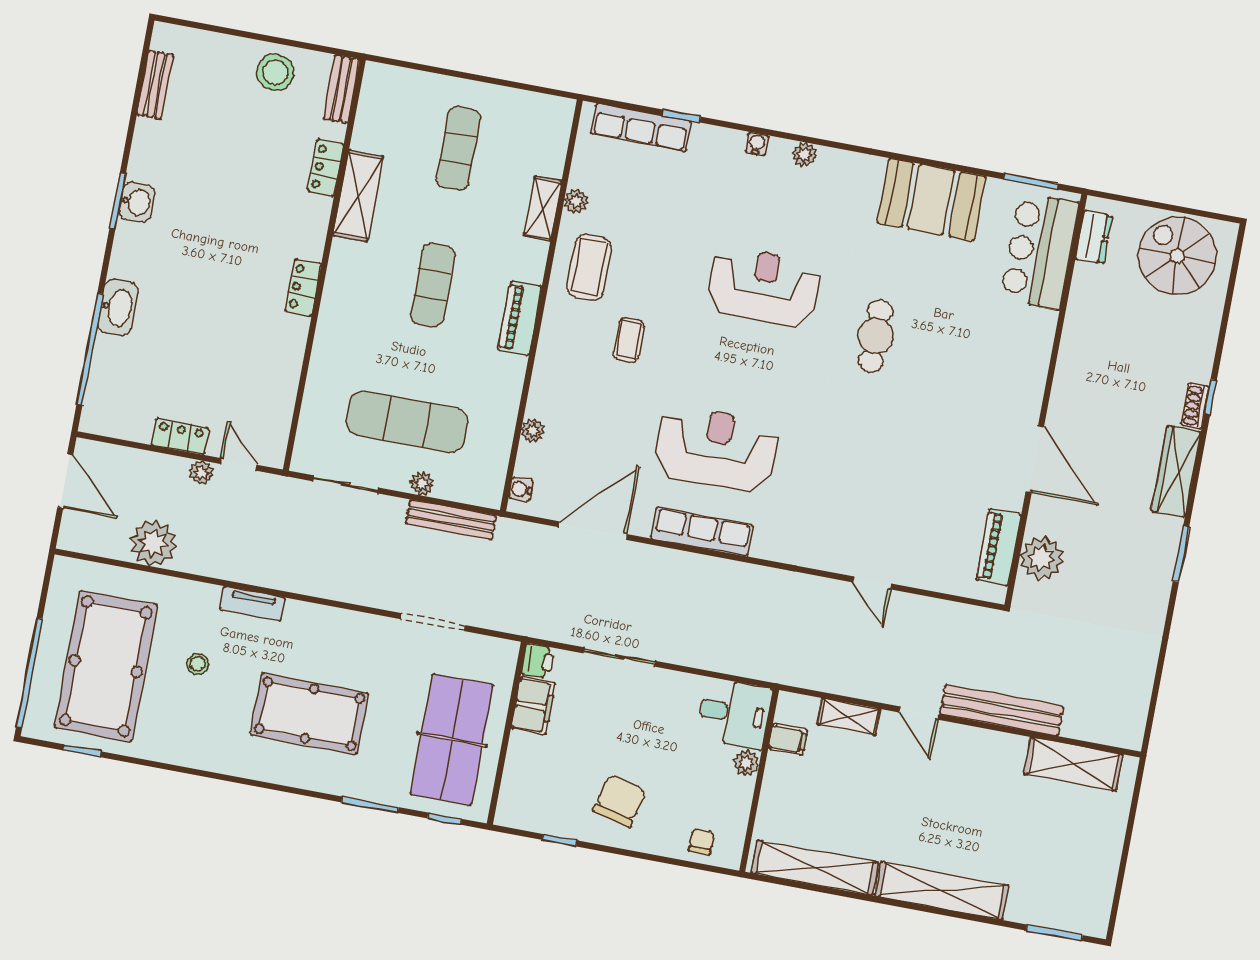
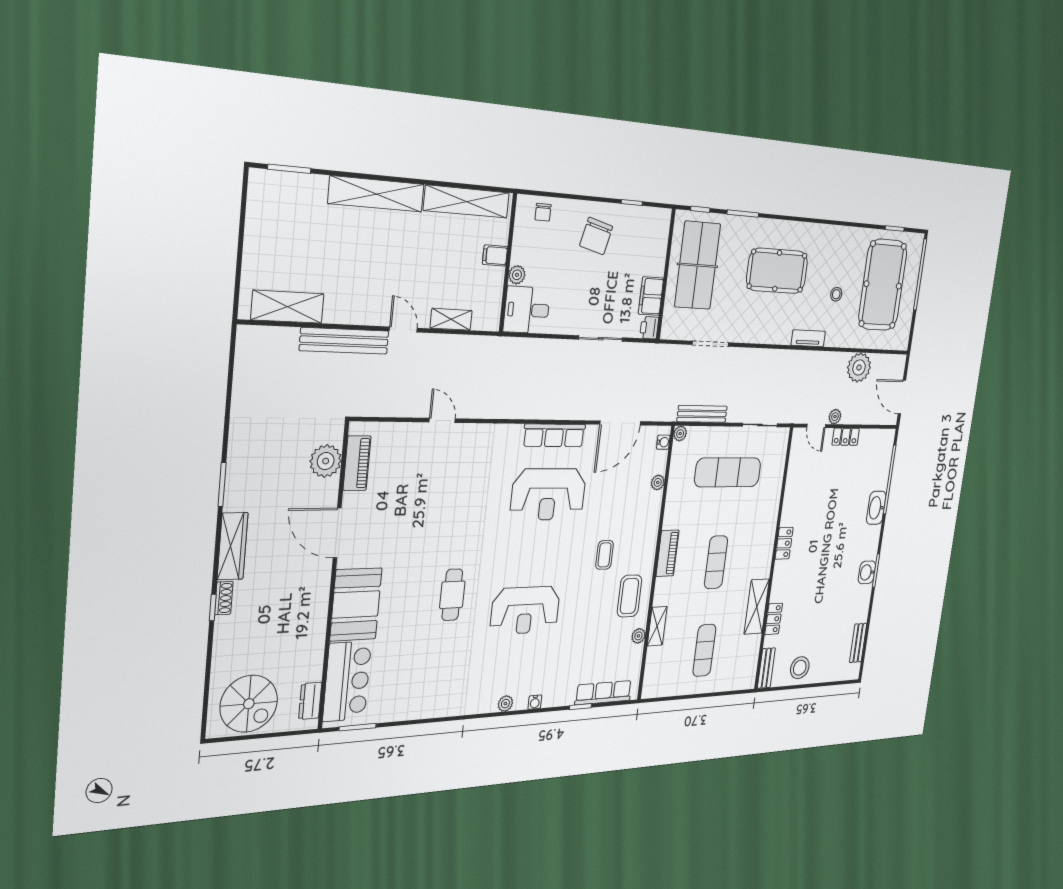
booth: (931, 200) -> (356, 604), moved, turned 90
plant: (422, 484) -> (680, 434), moved
filing cabinet: (788, 739) -> (495, 255), moved

